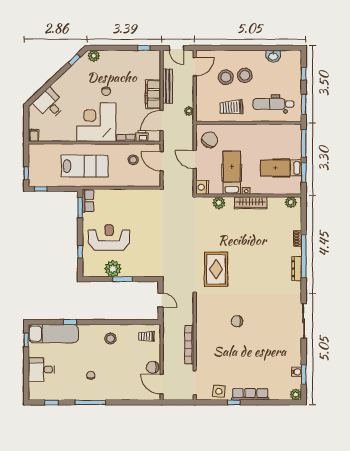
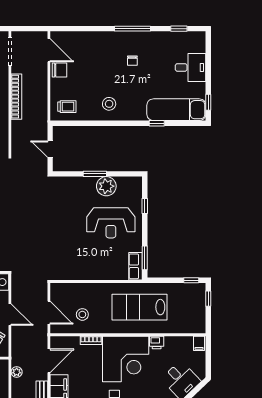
printer: (142, 136) -> (157, 342), moved

